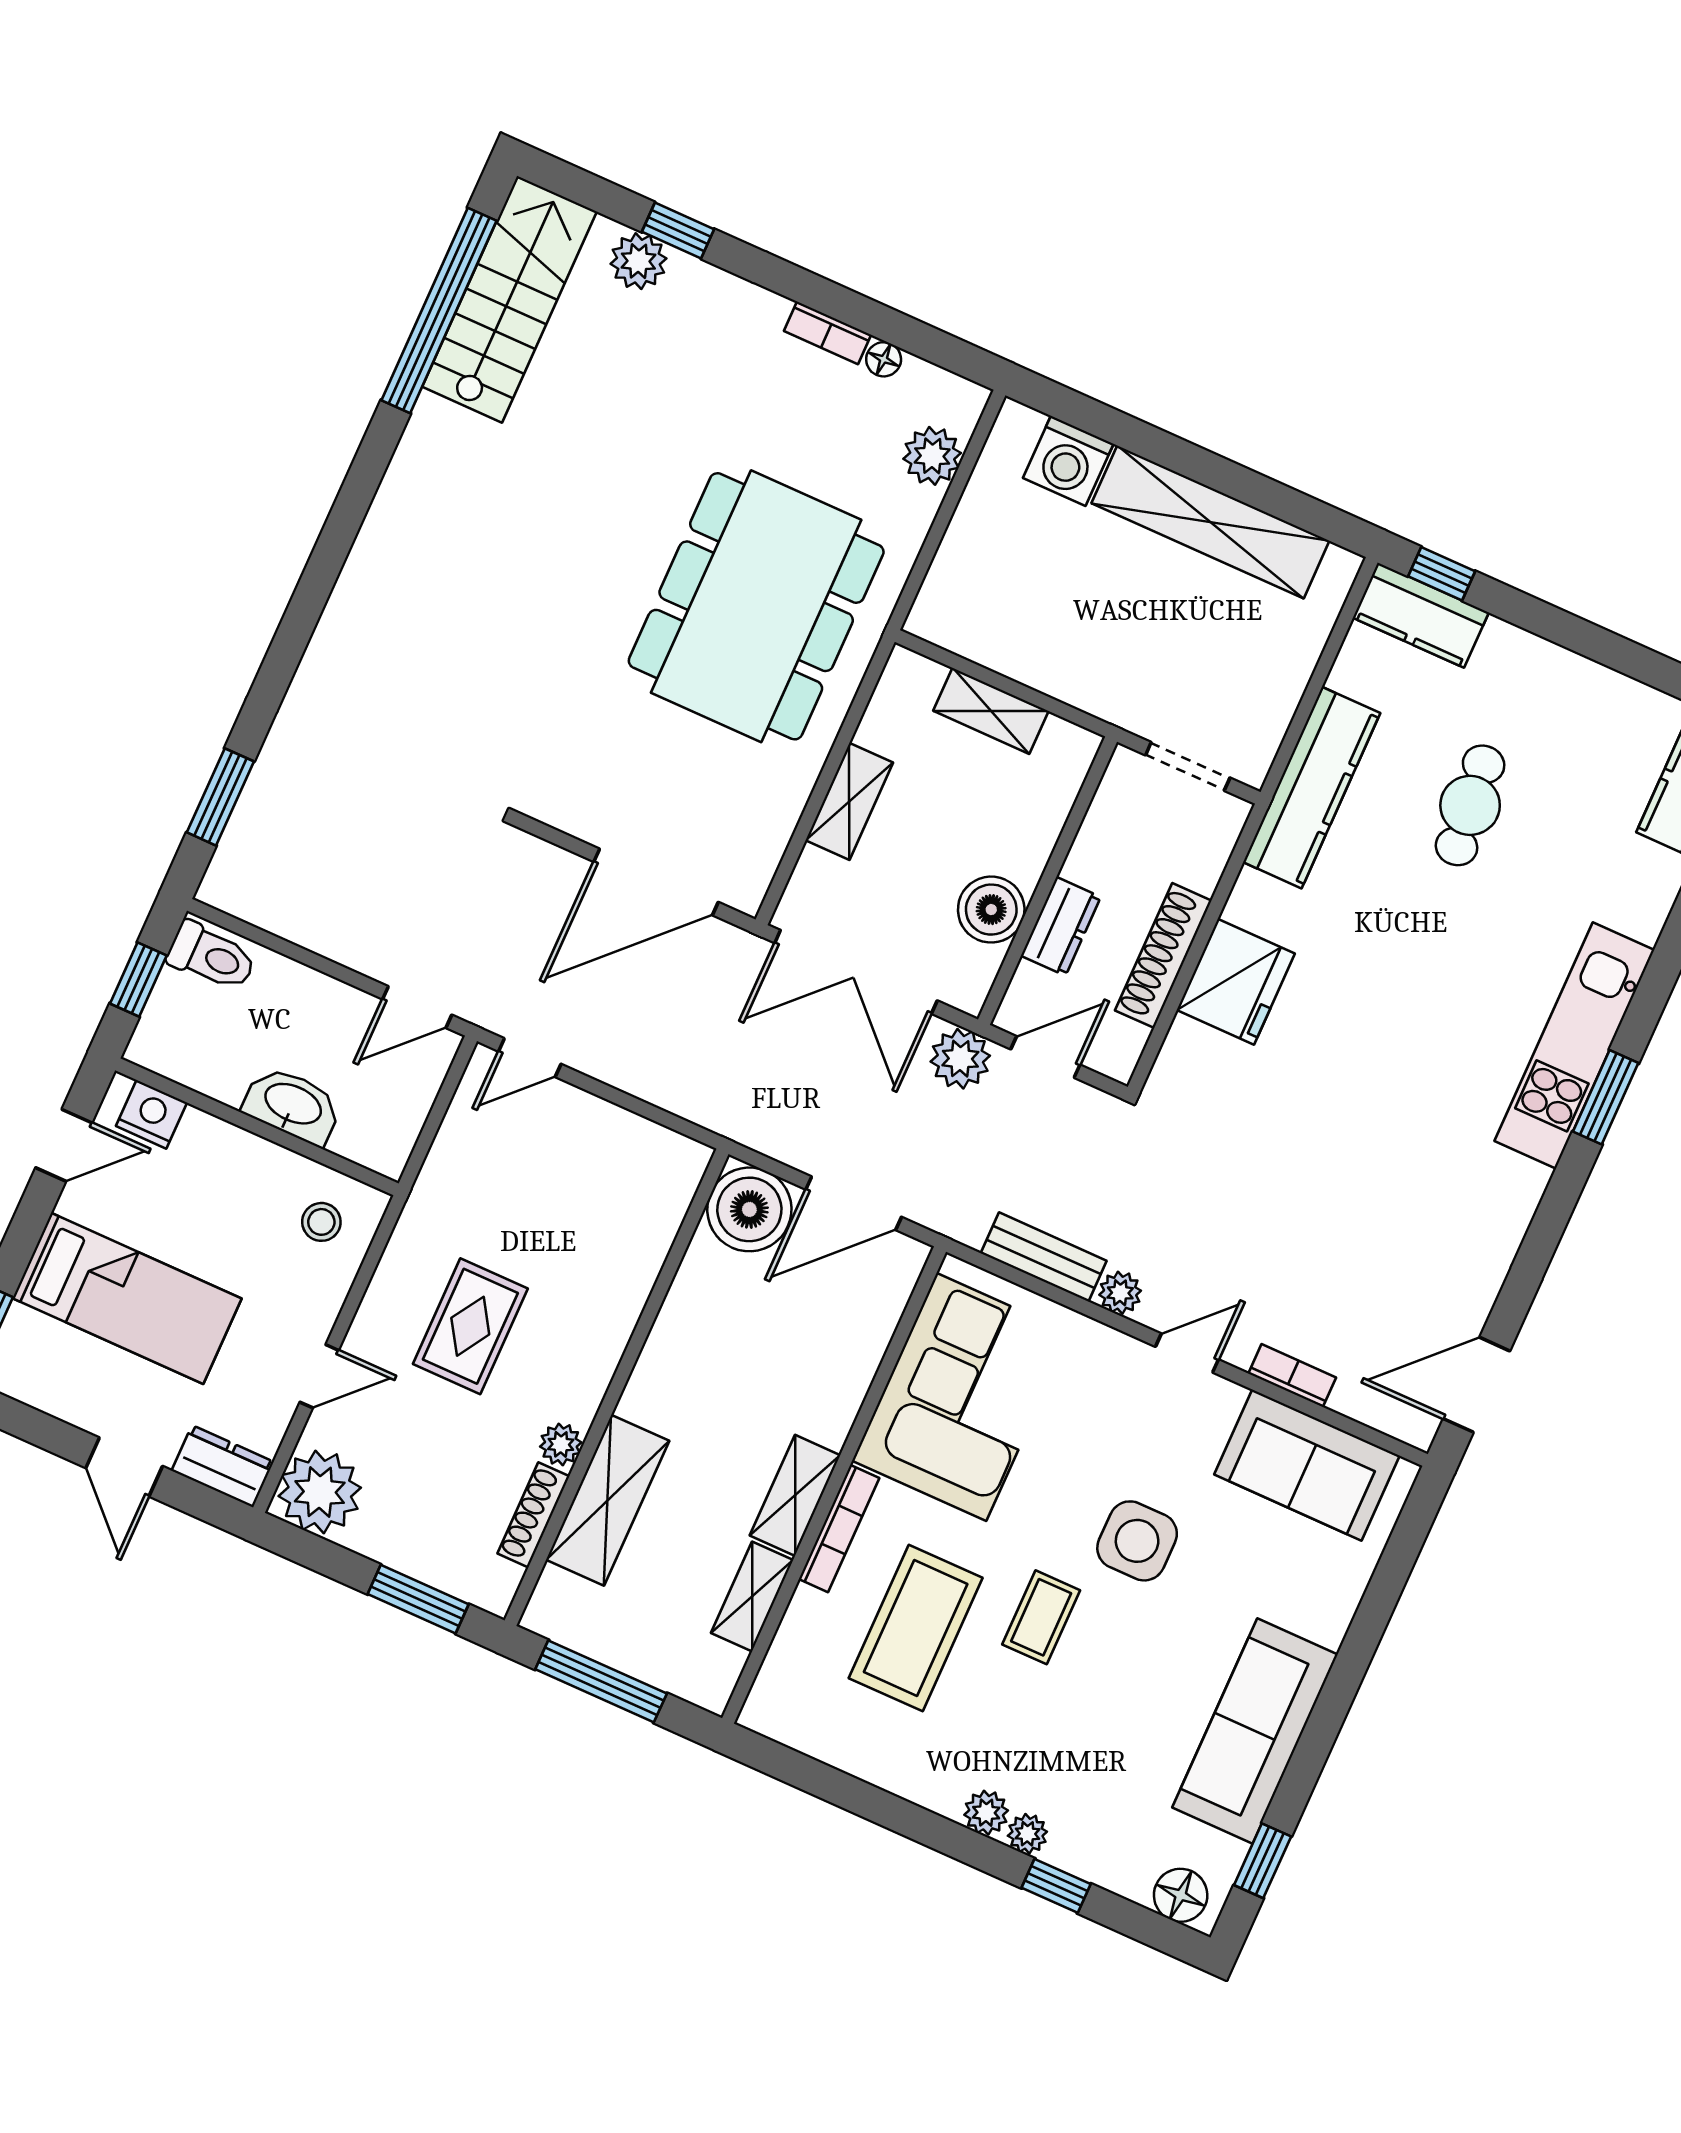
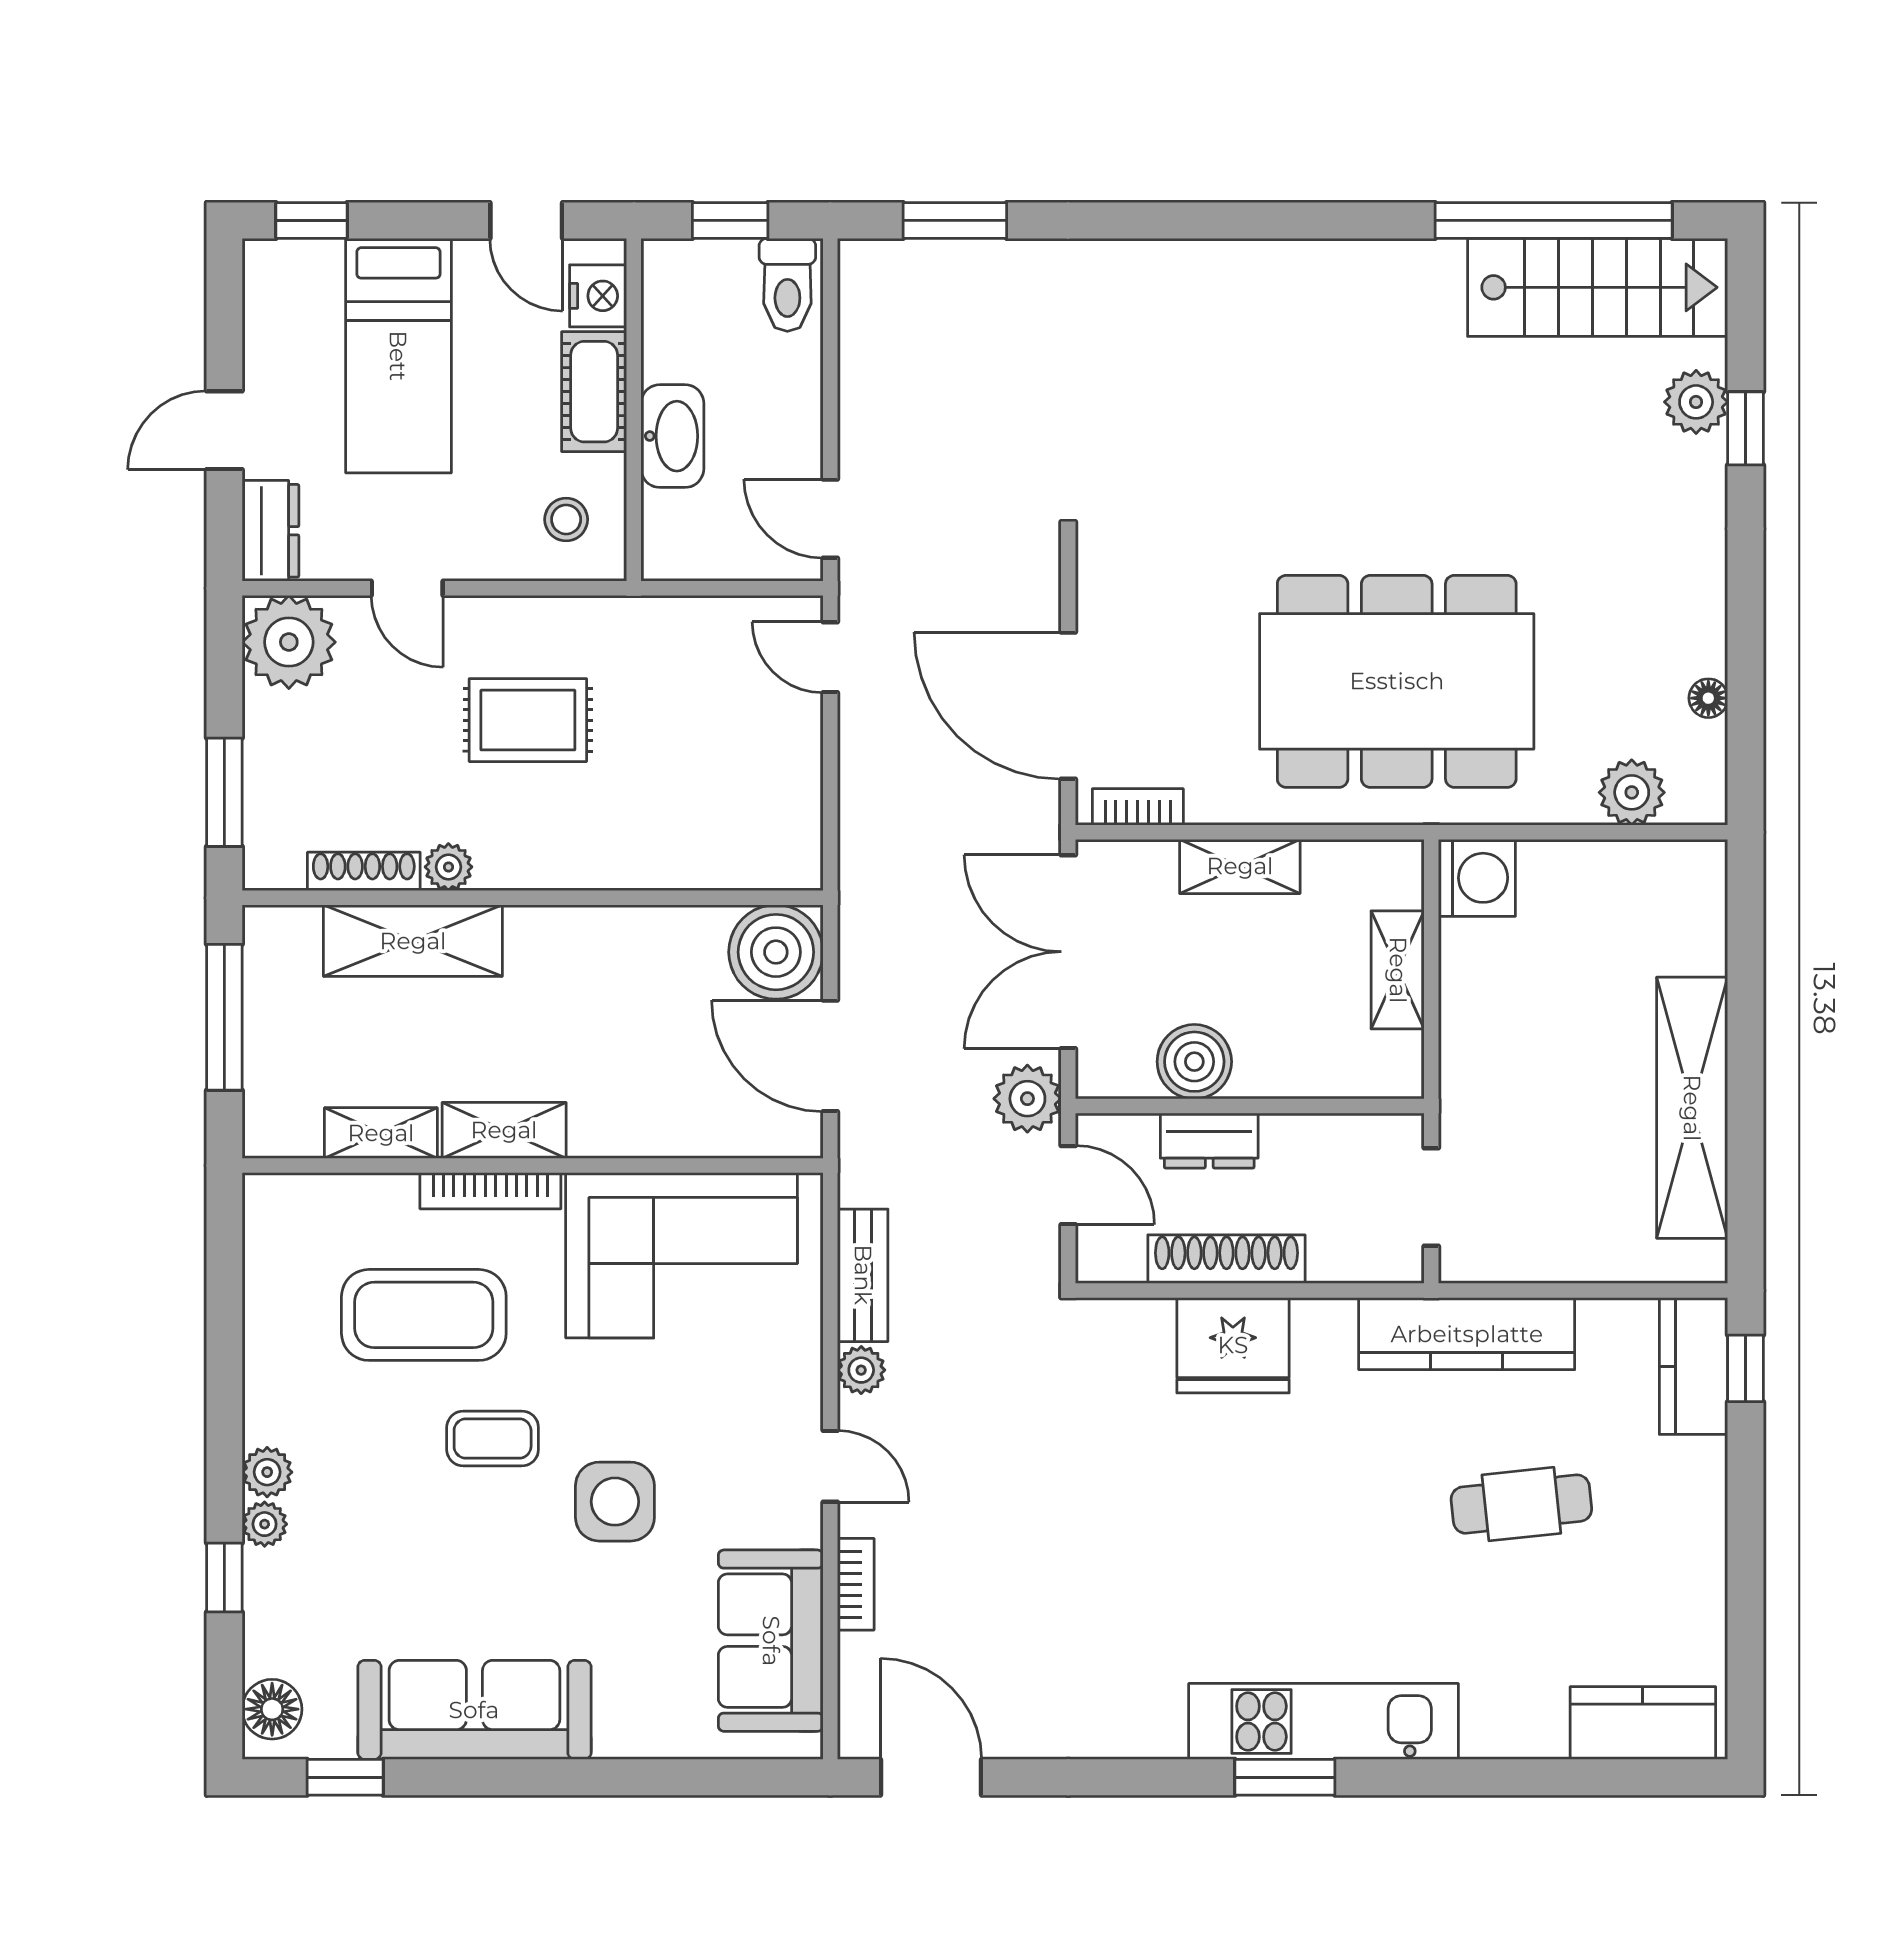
bookcase: (827, 333) -> (1138, 807), moved, turned 90
washing machine: (1068, 461) -> (1477, 878), moved, turned 180
cot: (228, 1153) -> (594, 392), added

